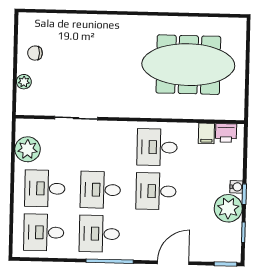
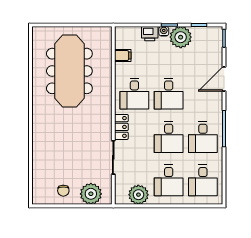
plant: (24, 82) -> (91, 194), width x1.88, depth x1.88
locker: (115, 129) -> (121, 127), added
printer: (226, 133) -> (150, 34), moved, turned 90
door: (173, 263) -> (224, 79), hinge flipped

